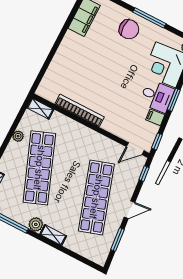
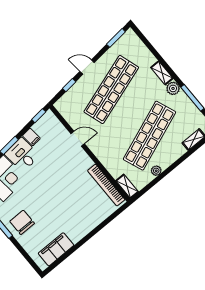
bookcase: (80, 110) -> (106, 185), moved
door: (135, 149) -> (78, 139), moved
window: (144, 174) -> (69, 85), moved
window: (118, 240) -> (116, 38), moved

